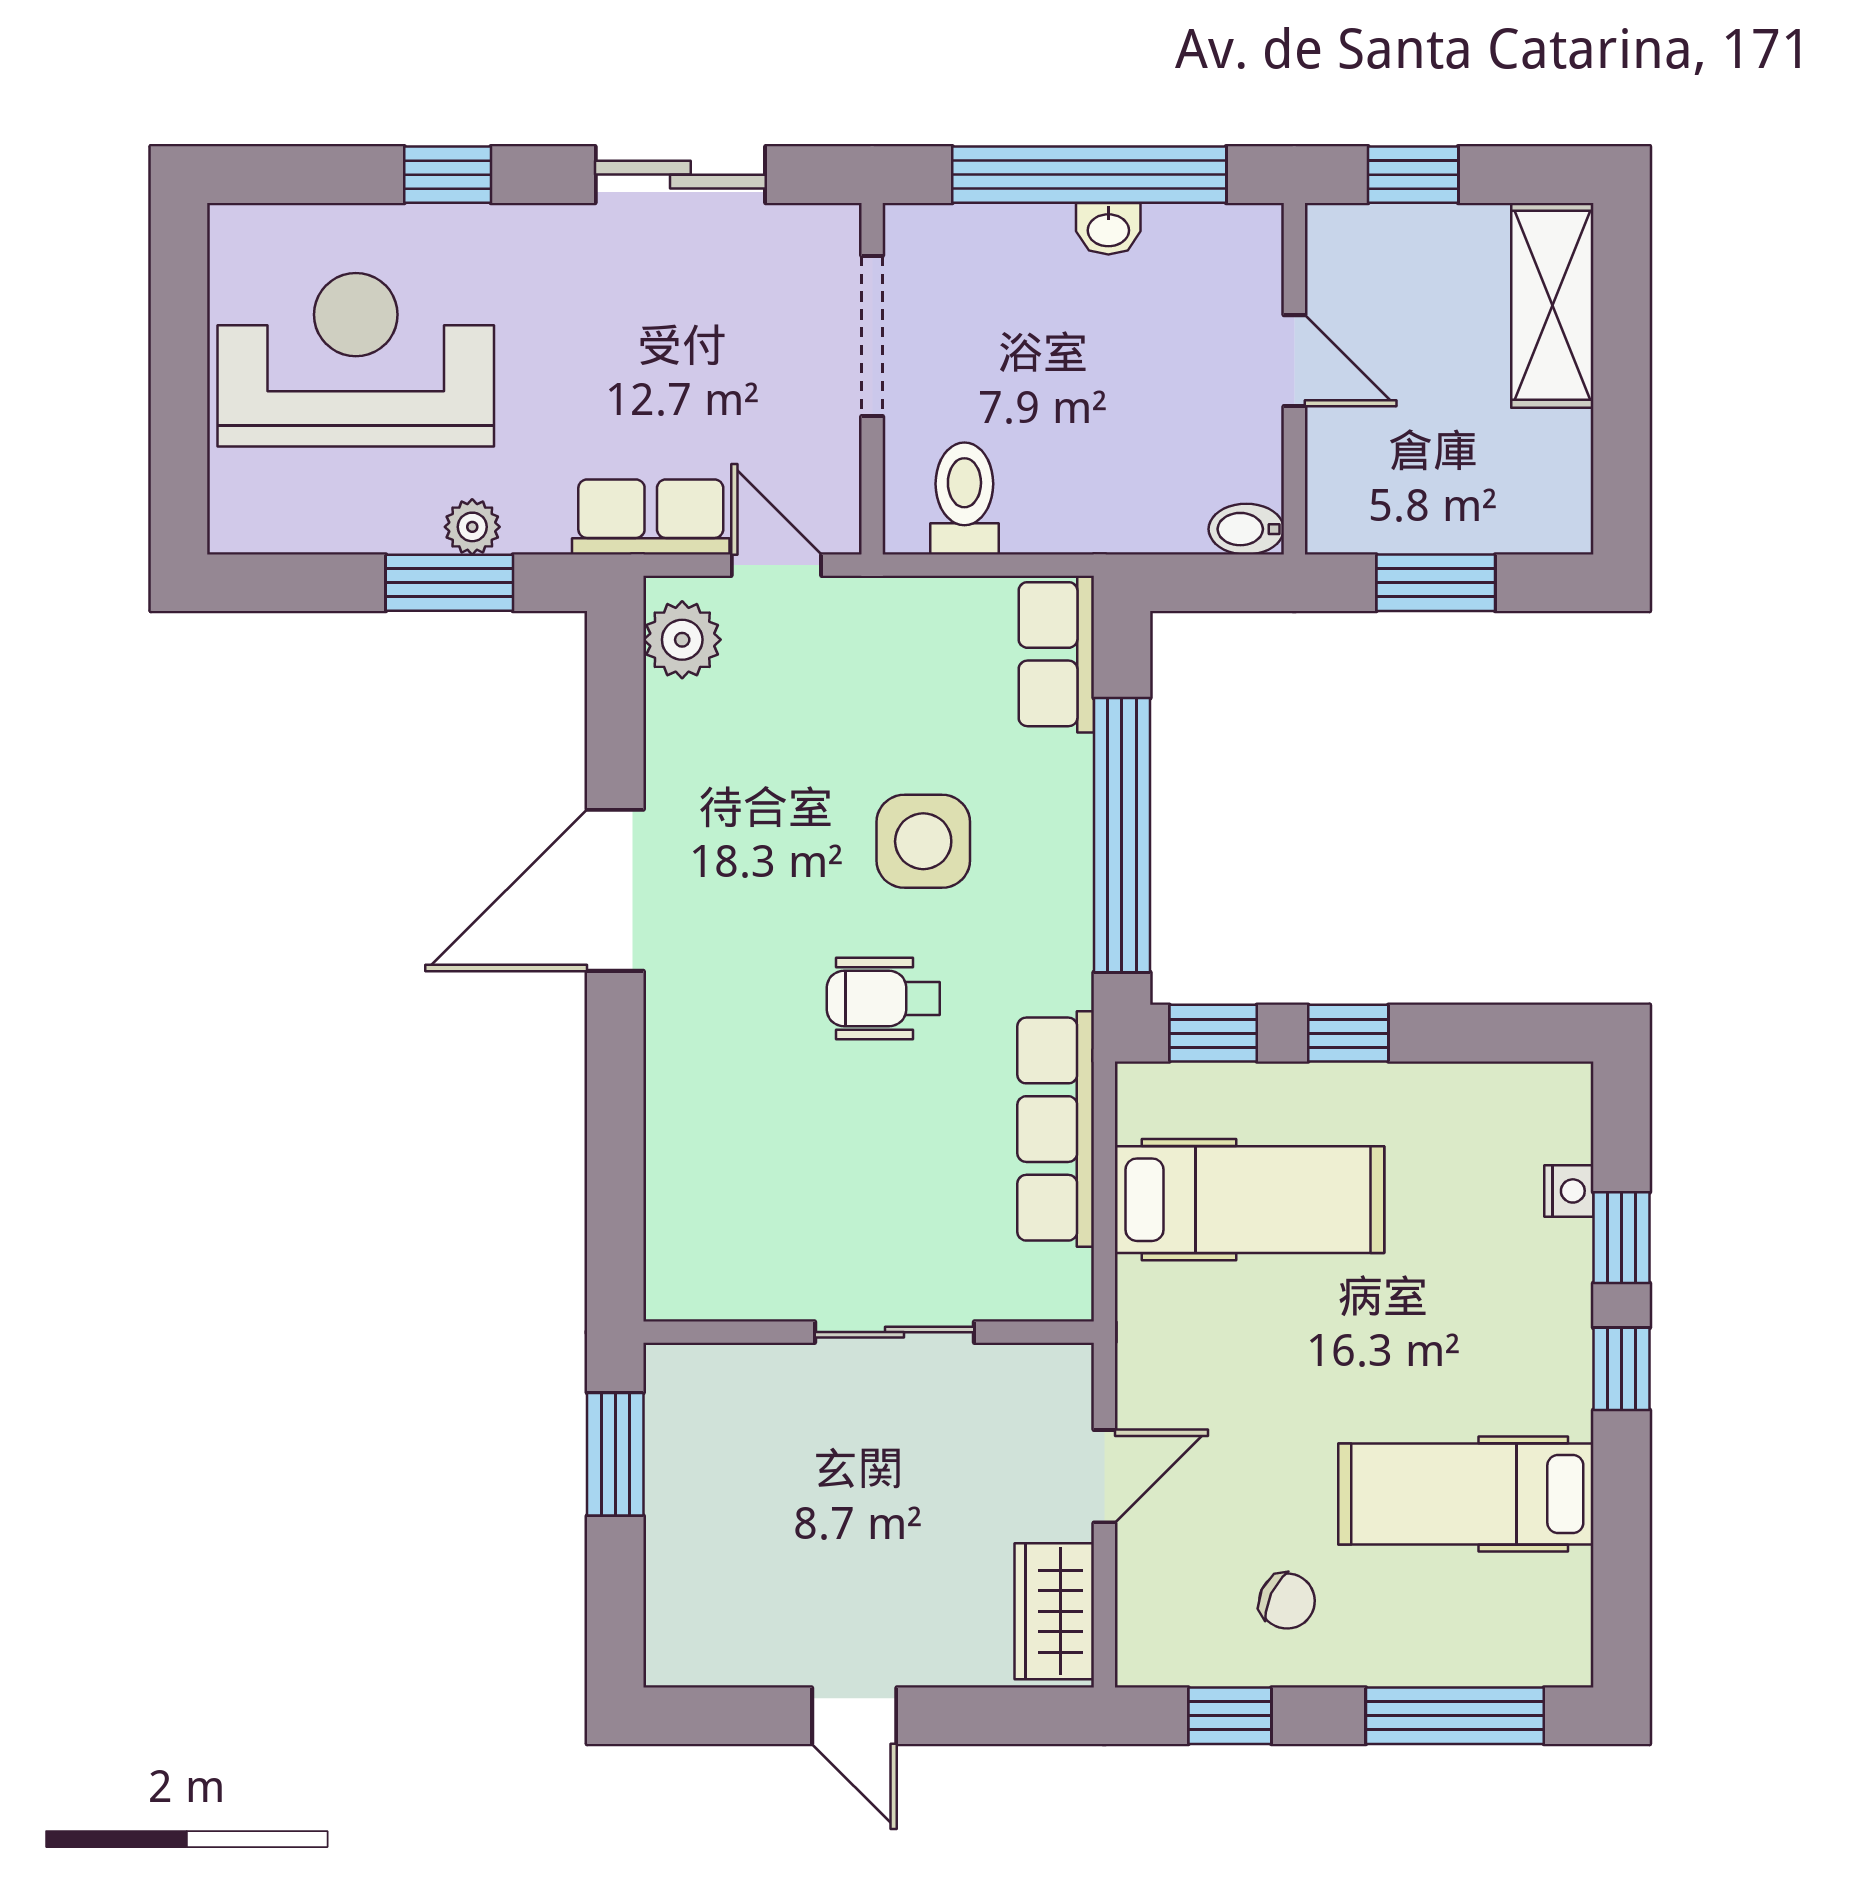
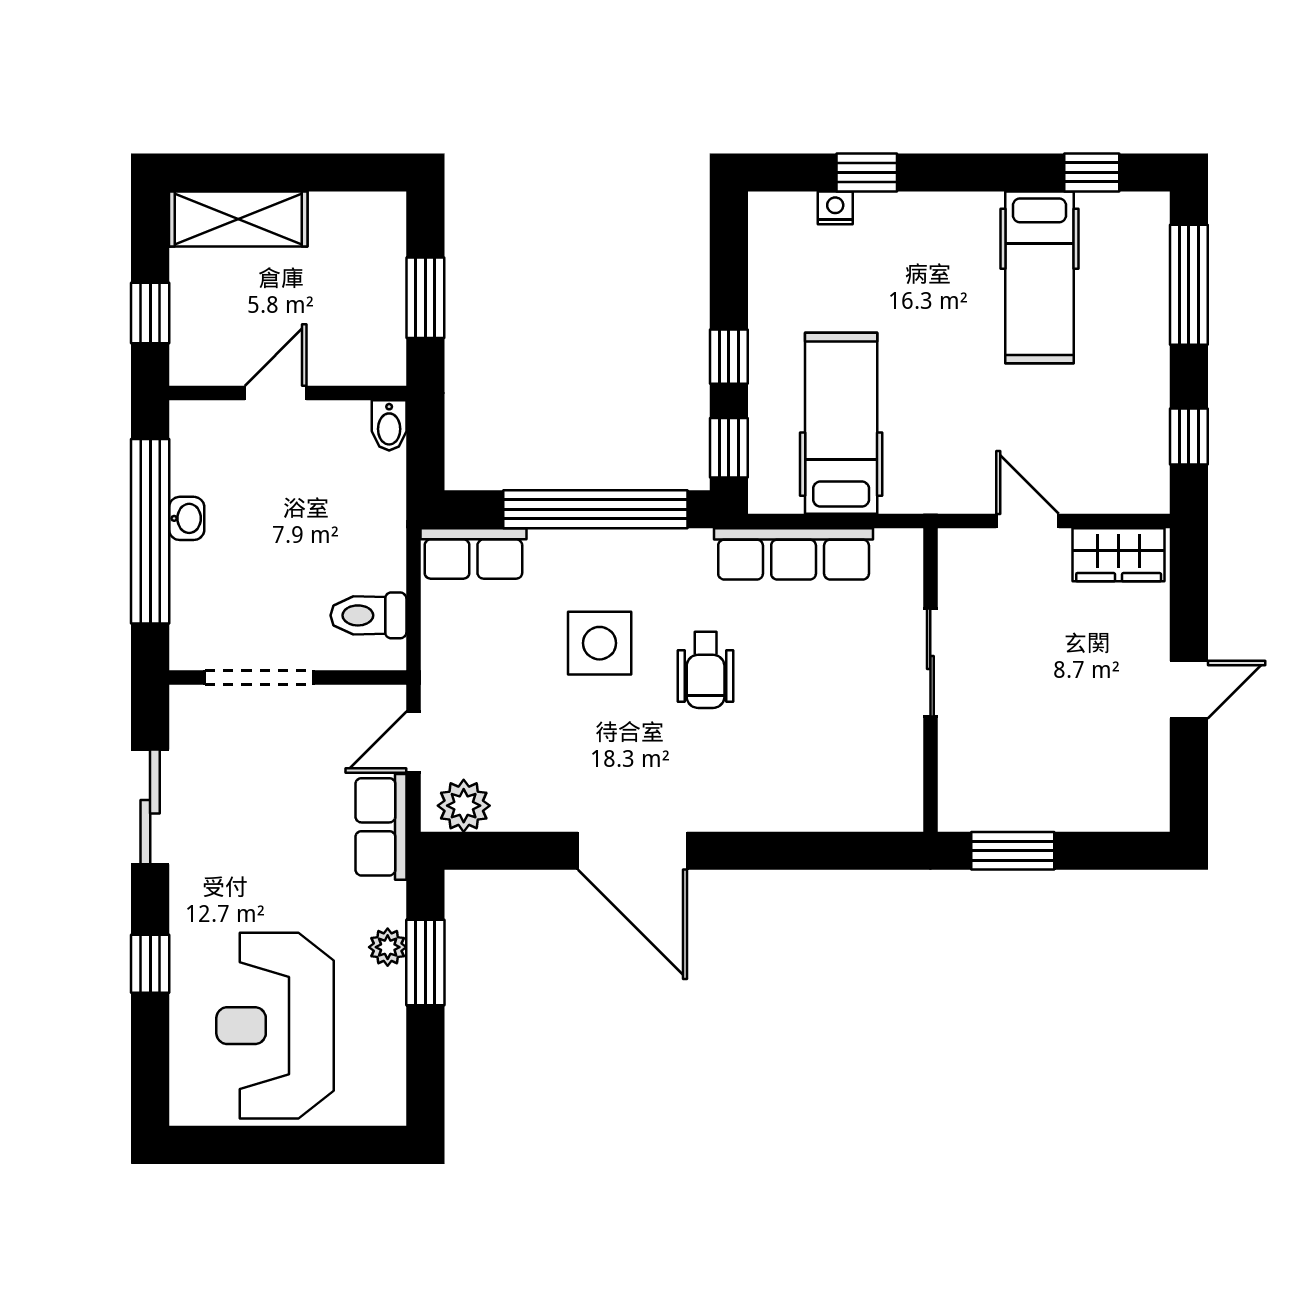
window: (1622, 1369) -> (1092, 172), moved
chair: (1287, 1601) -> (1112, 398), removed

